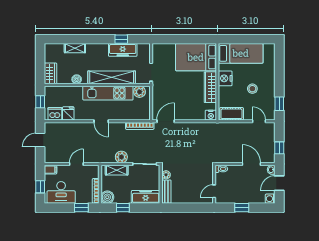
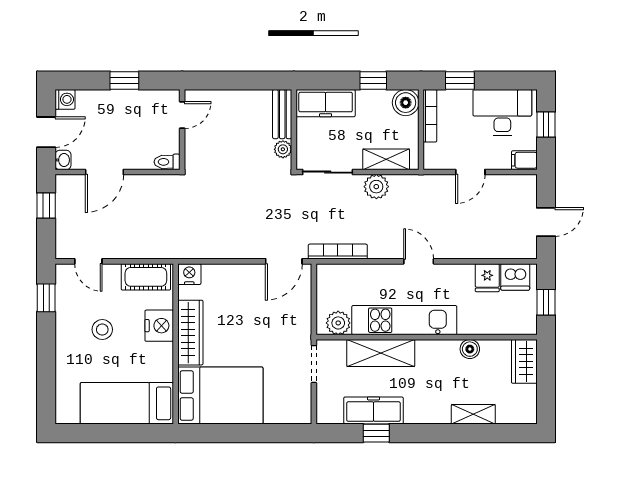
shelving: (112, 77) -> (381, 353), width x0.68
nightstand: (225, 78) -> (159, 326), moved
door: (251, 164) -> (104, 172), hinge flipped

